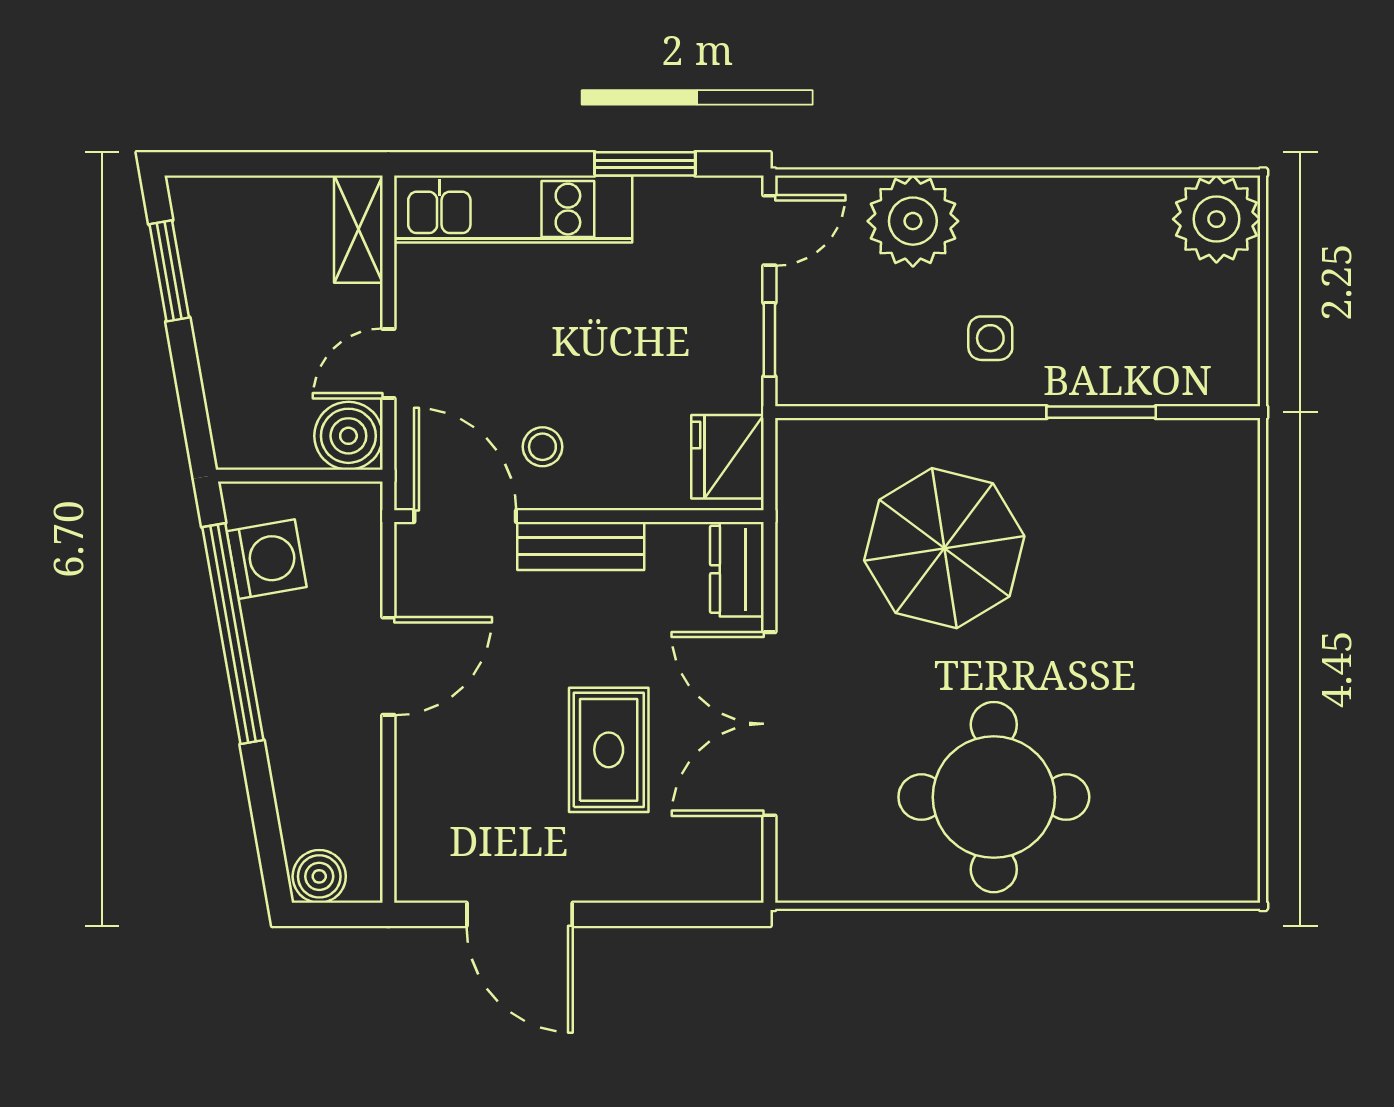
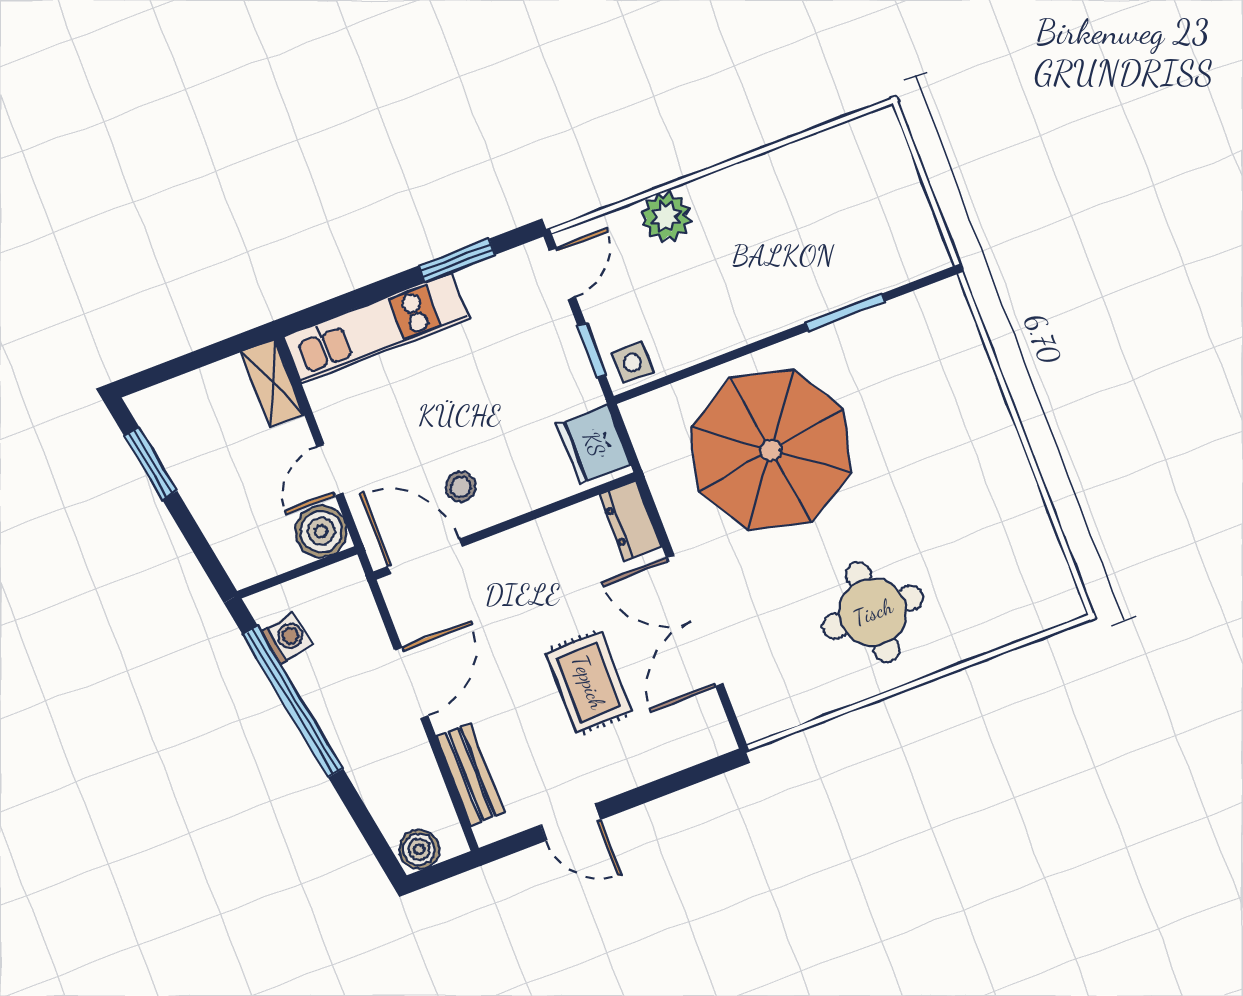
plant: (1216, 219) -> (874, 145), removed
plant: (913, 221) -> (666, 217), width x0.73, depth x0.73
side table: (990, 338) -> (633, 363), moved
bench: (581, 546) -> (470, 774), moved, turned 90
parasol: (944, 548) -> (771, 450), width x1.36, depth x1.36
washing machine: (267, 559) -> (287, 638), width x0.73, depth x0.73
round table: (994, 797) -> (873, 612), width x0.73, depth x0.73
door: (520, 914) -> (570, 822), width x0.73

